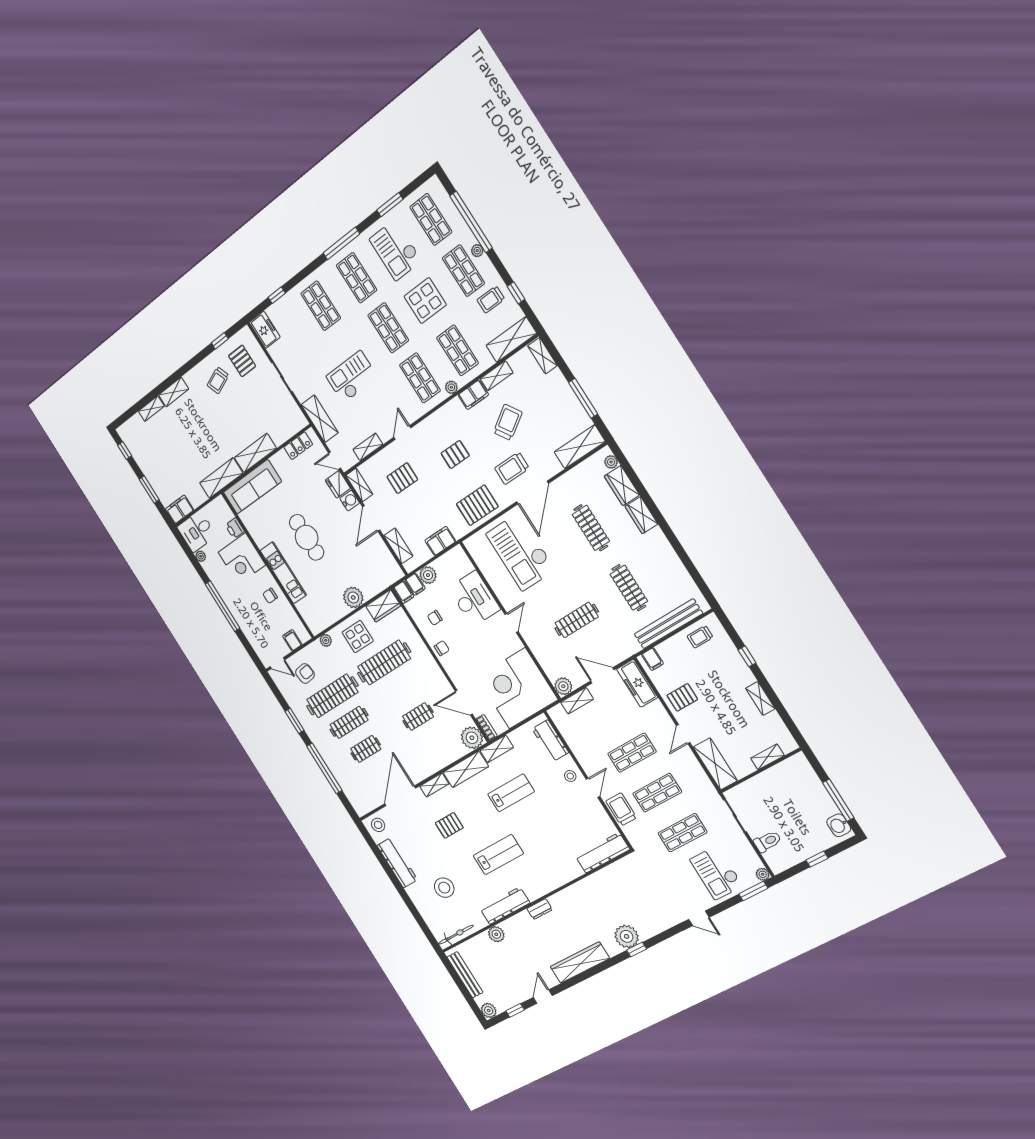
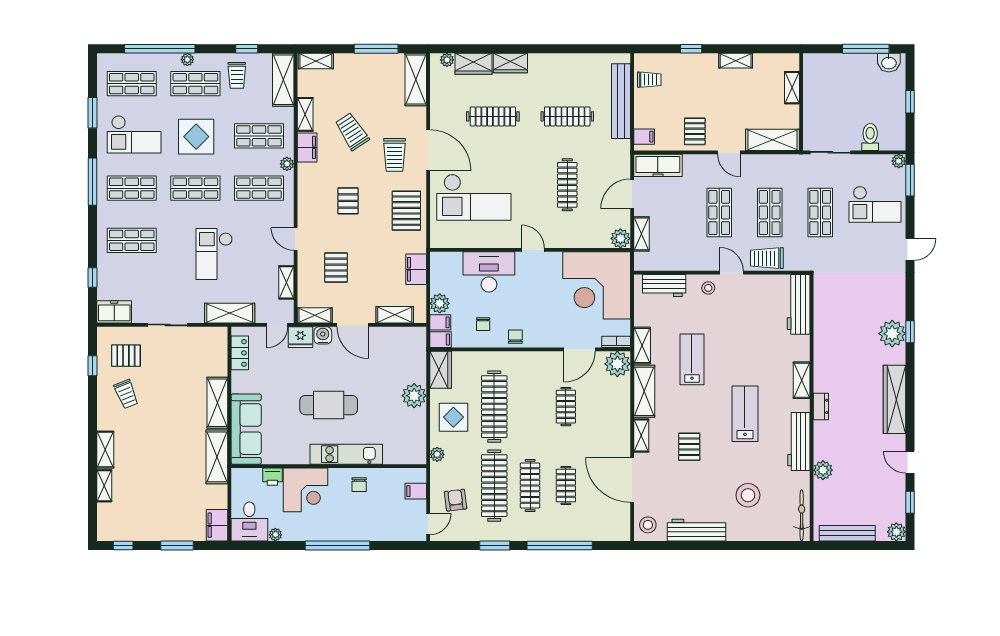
trolley: (700, 637) -> (649, 80), turned -90
shelving: (549, 885) -> (802, 380), added

